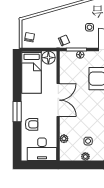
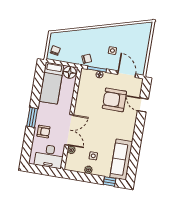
double door: (58, 100) -> (69, 130), moved

